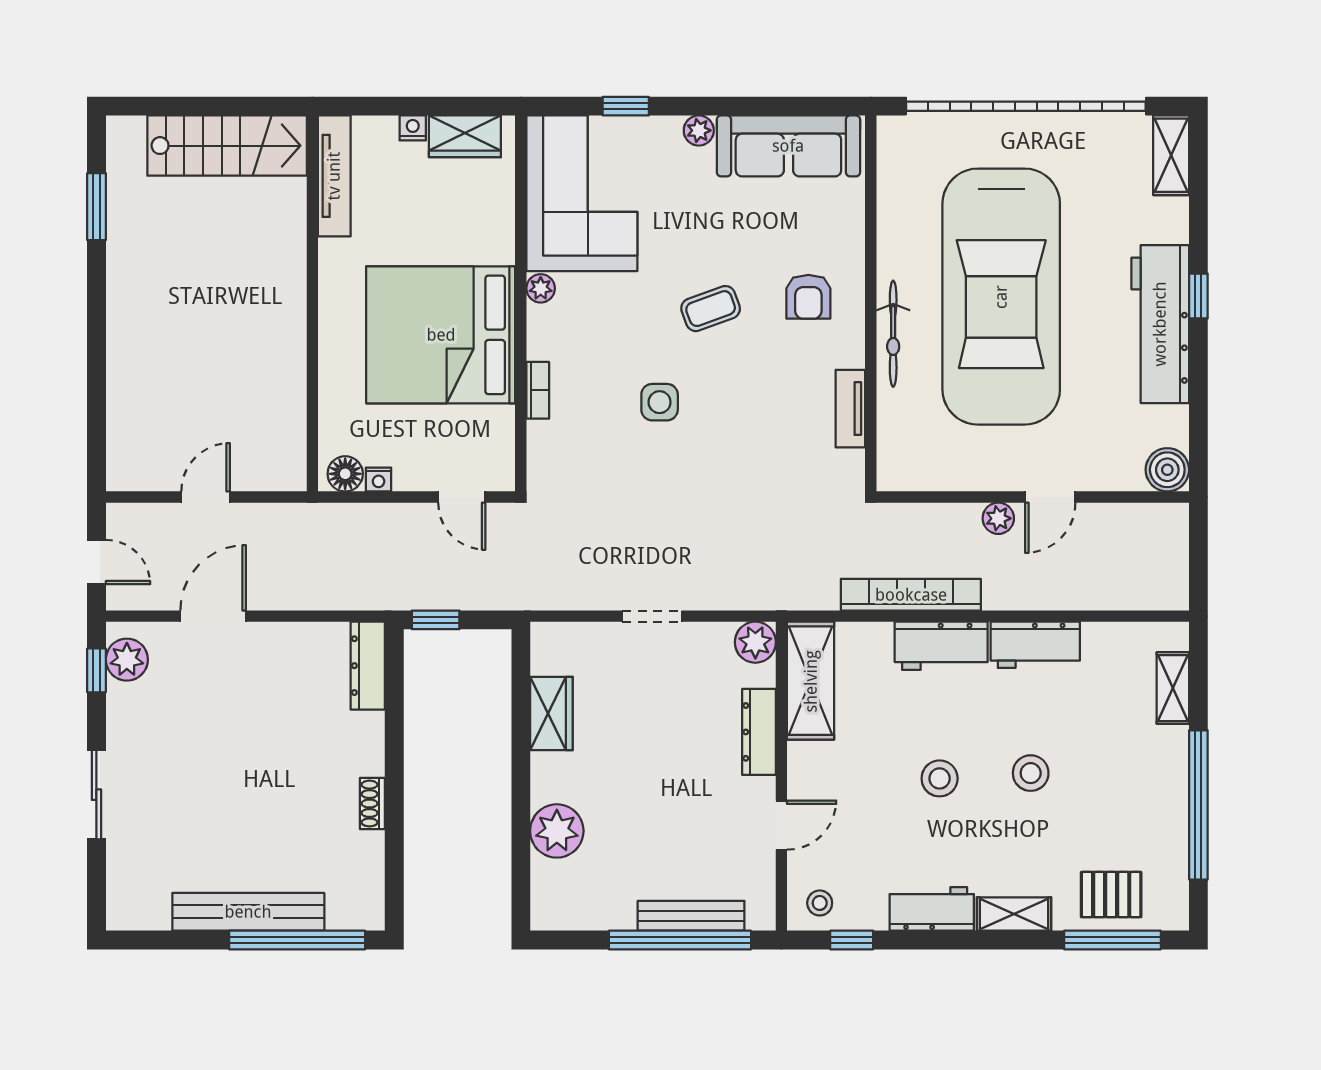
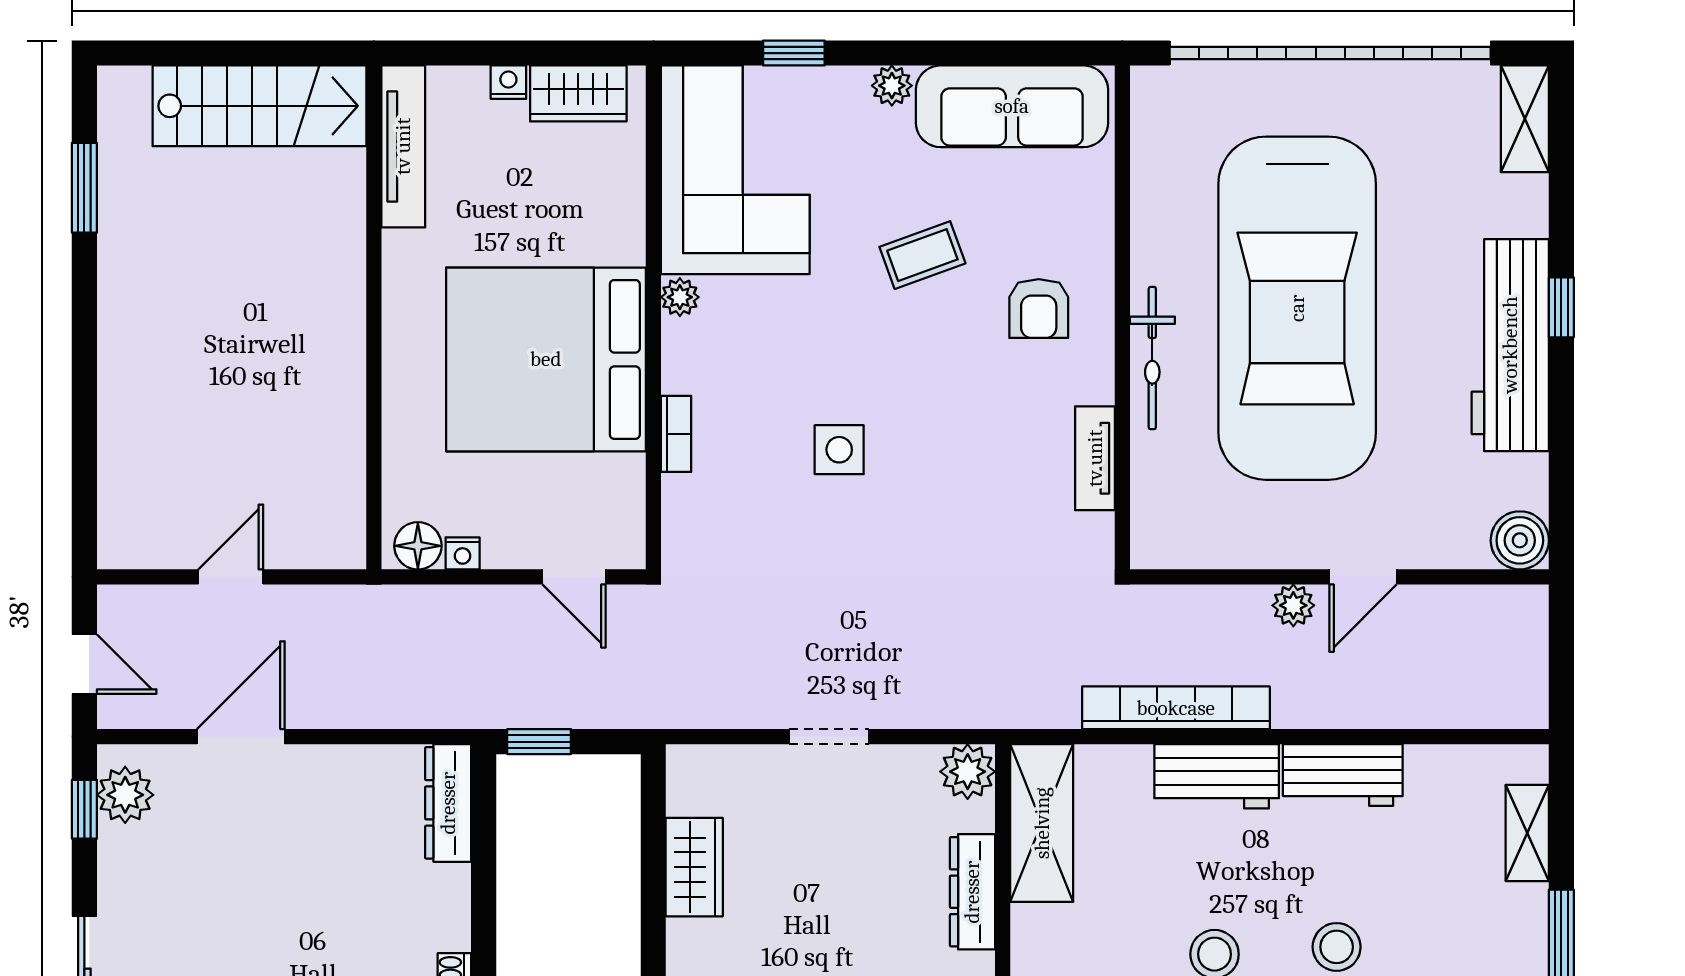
coffee table: (711, 309) -> (922, 255), moved

